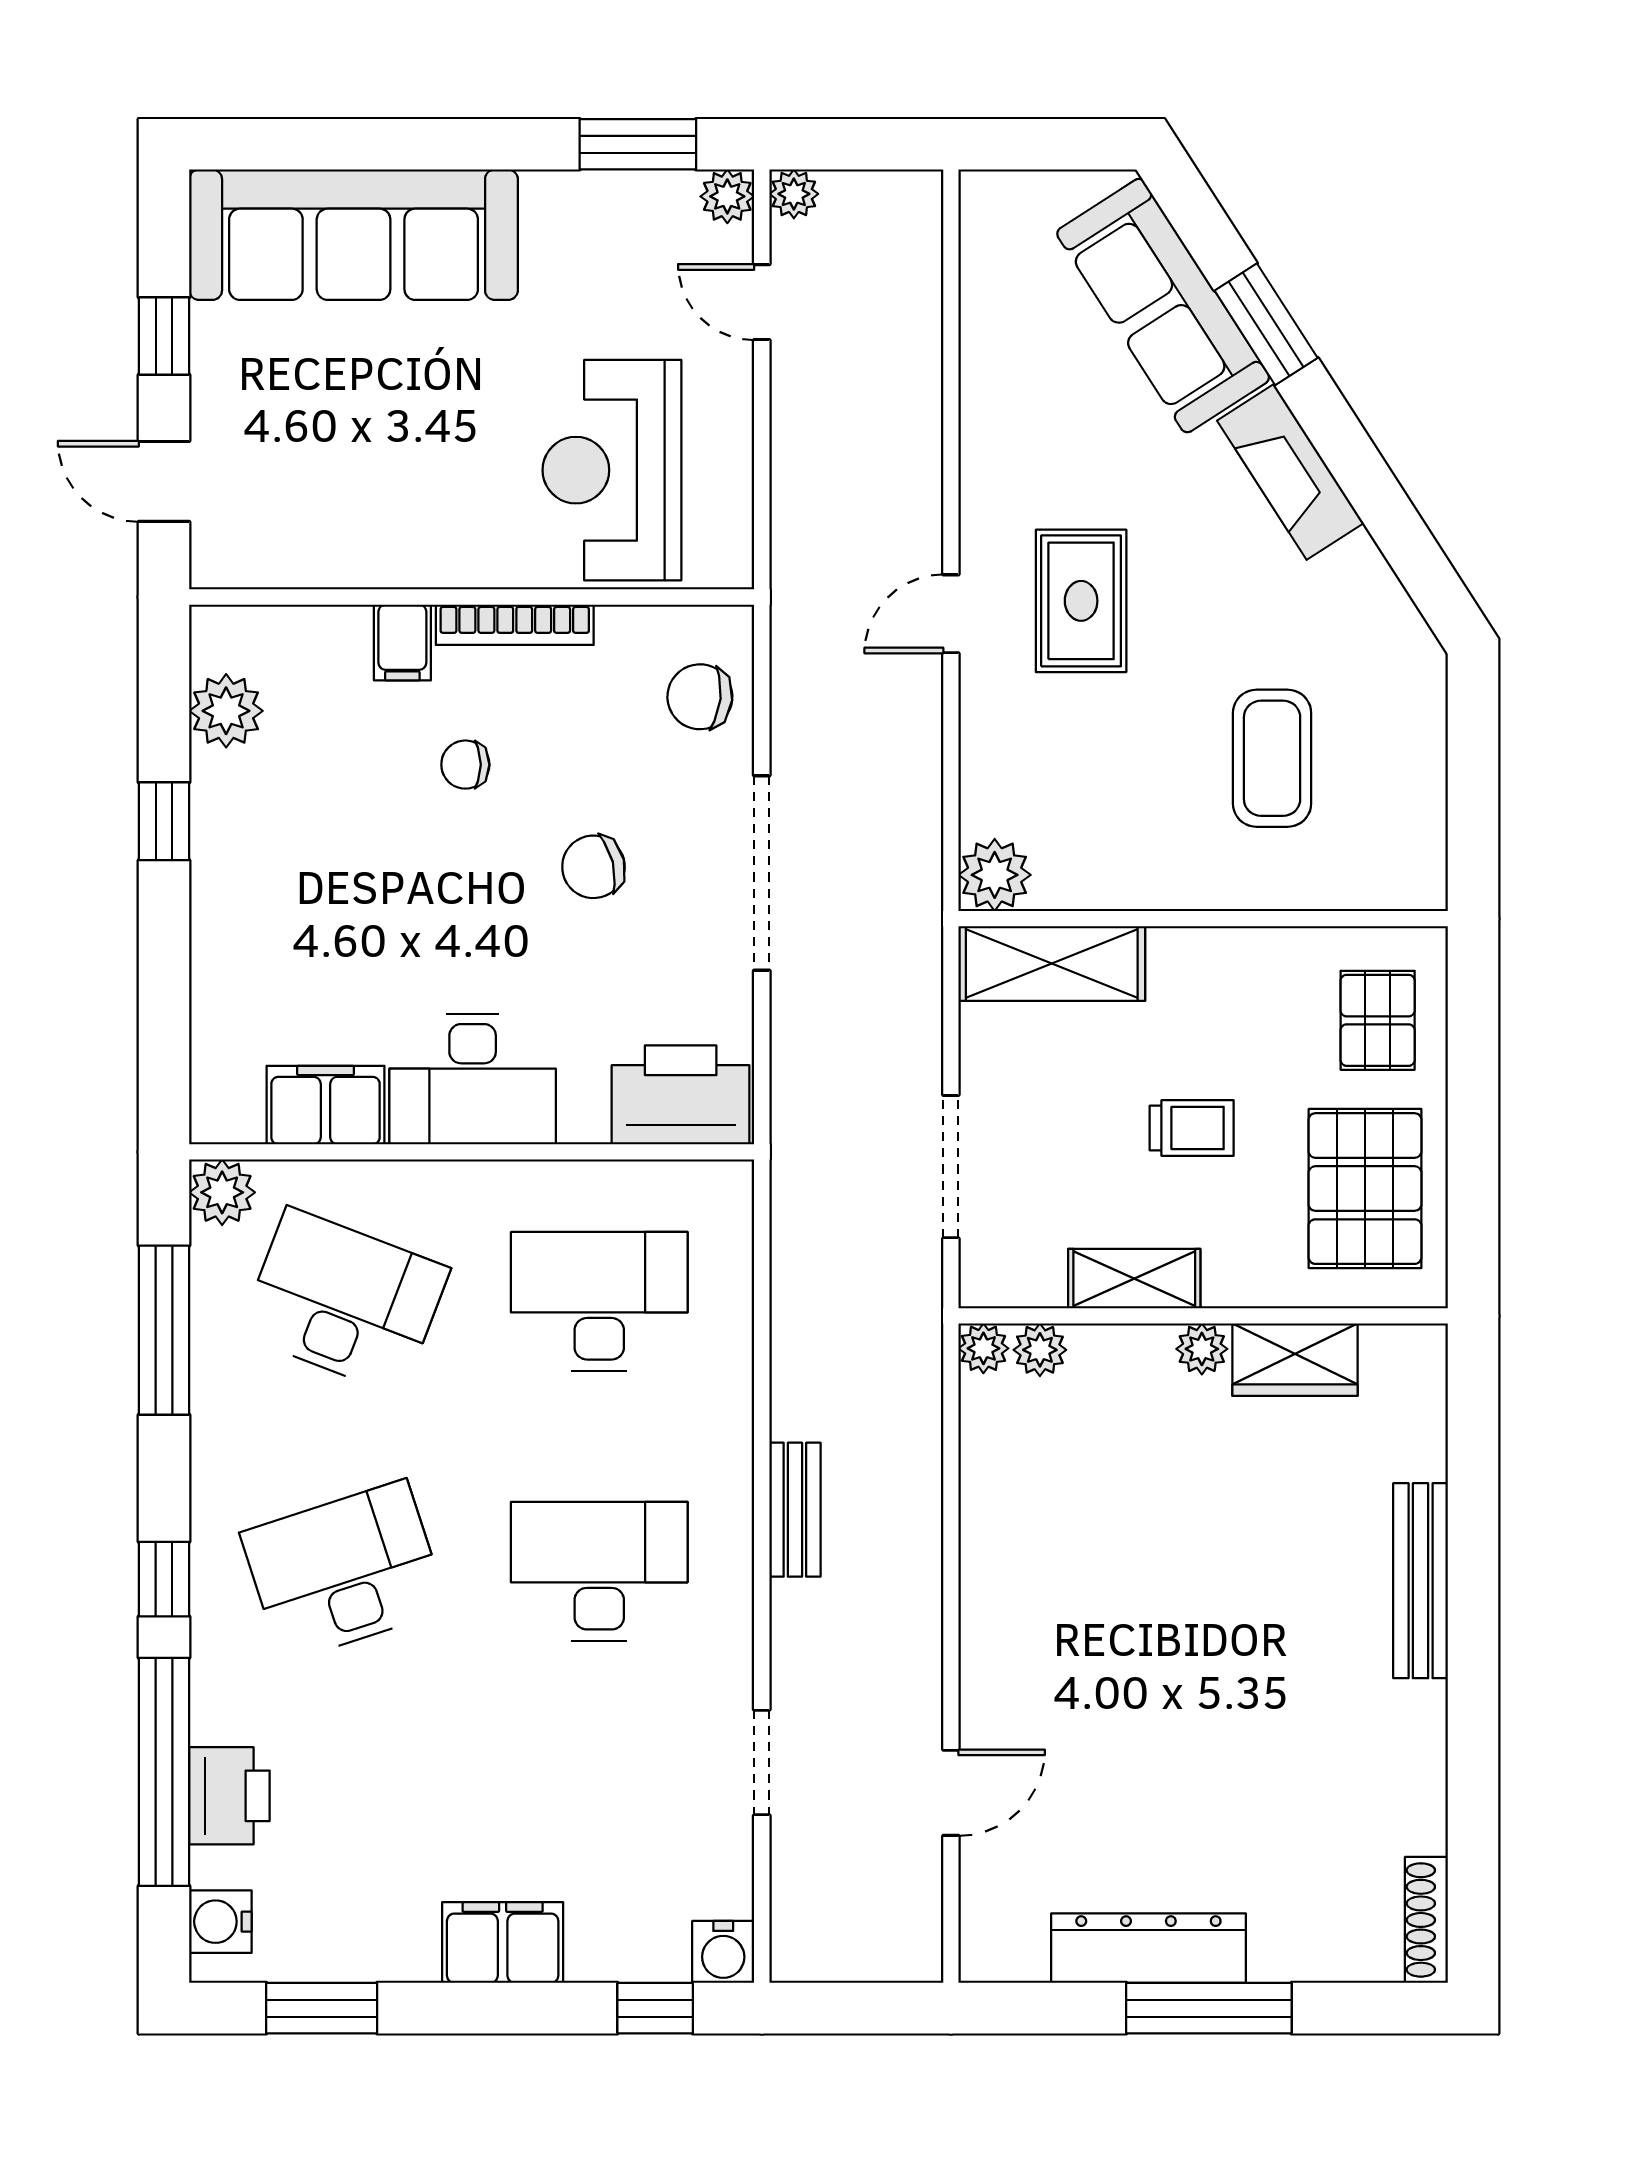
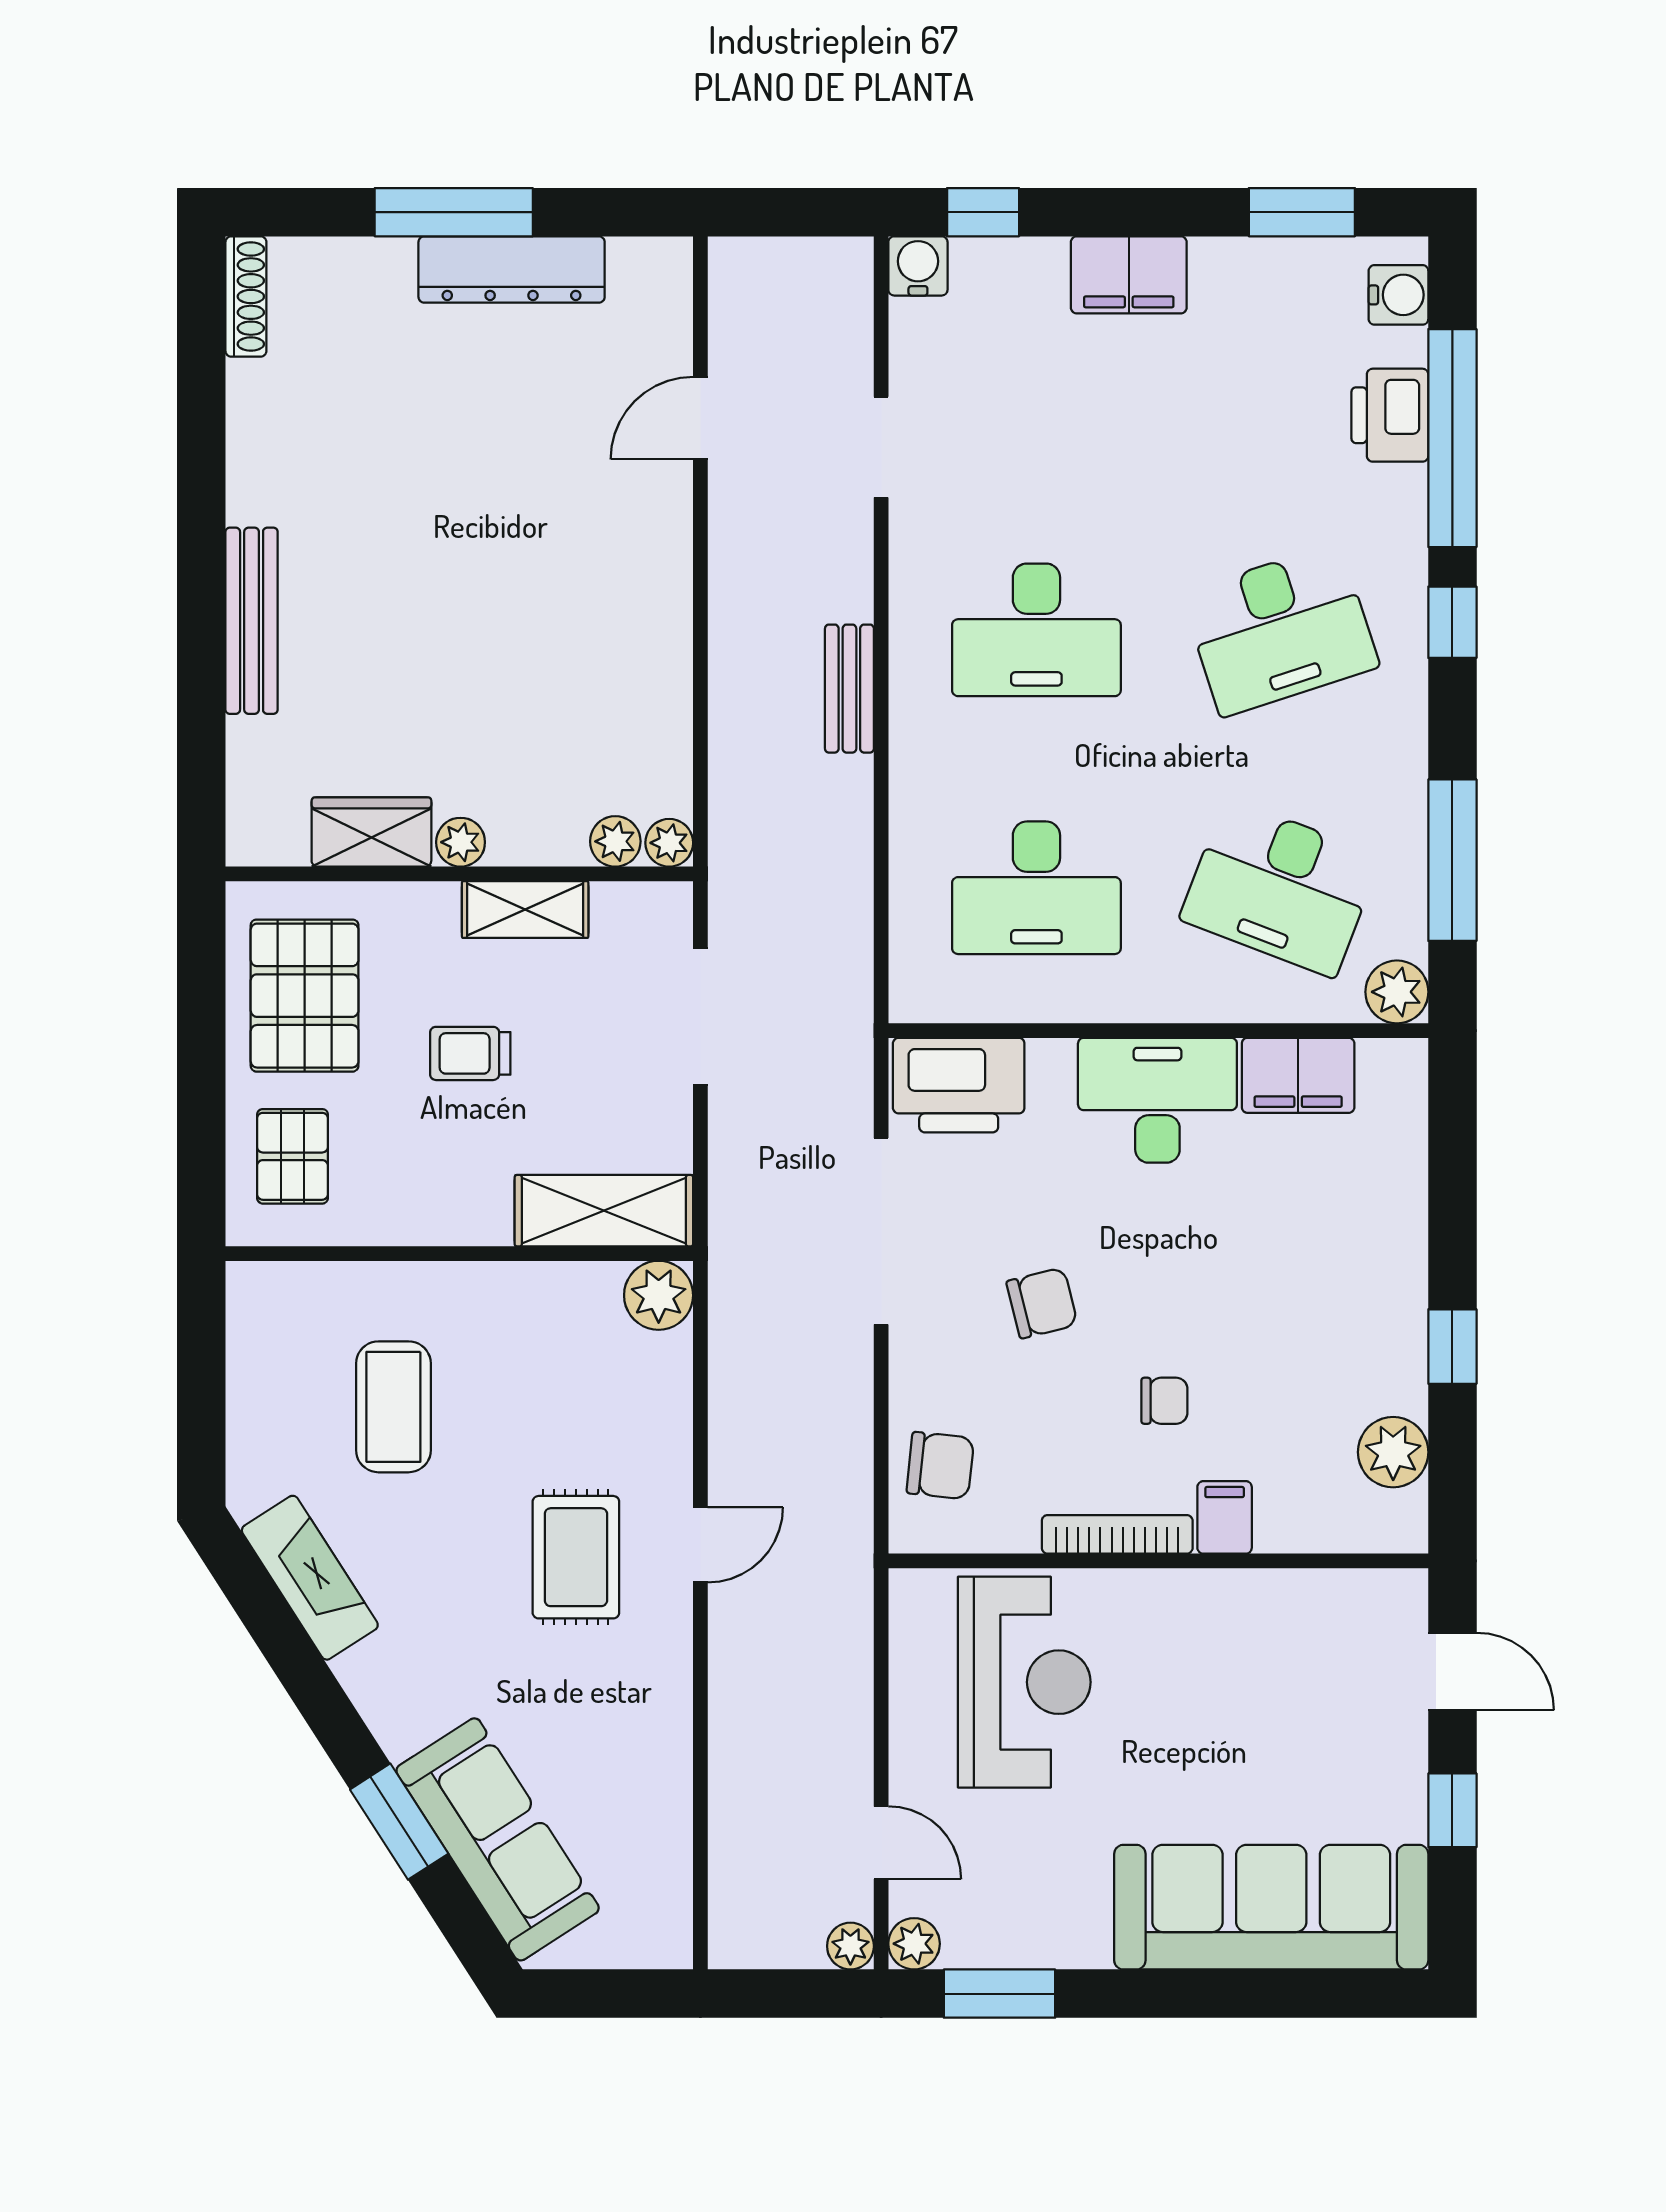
fireplace: (1290, 472) -> (310, 1578), moved
doorway: (762, 873) -> (881, 1231), moved

